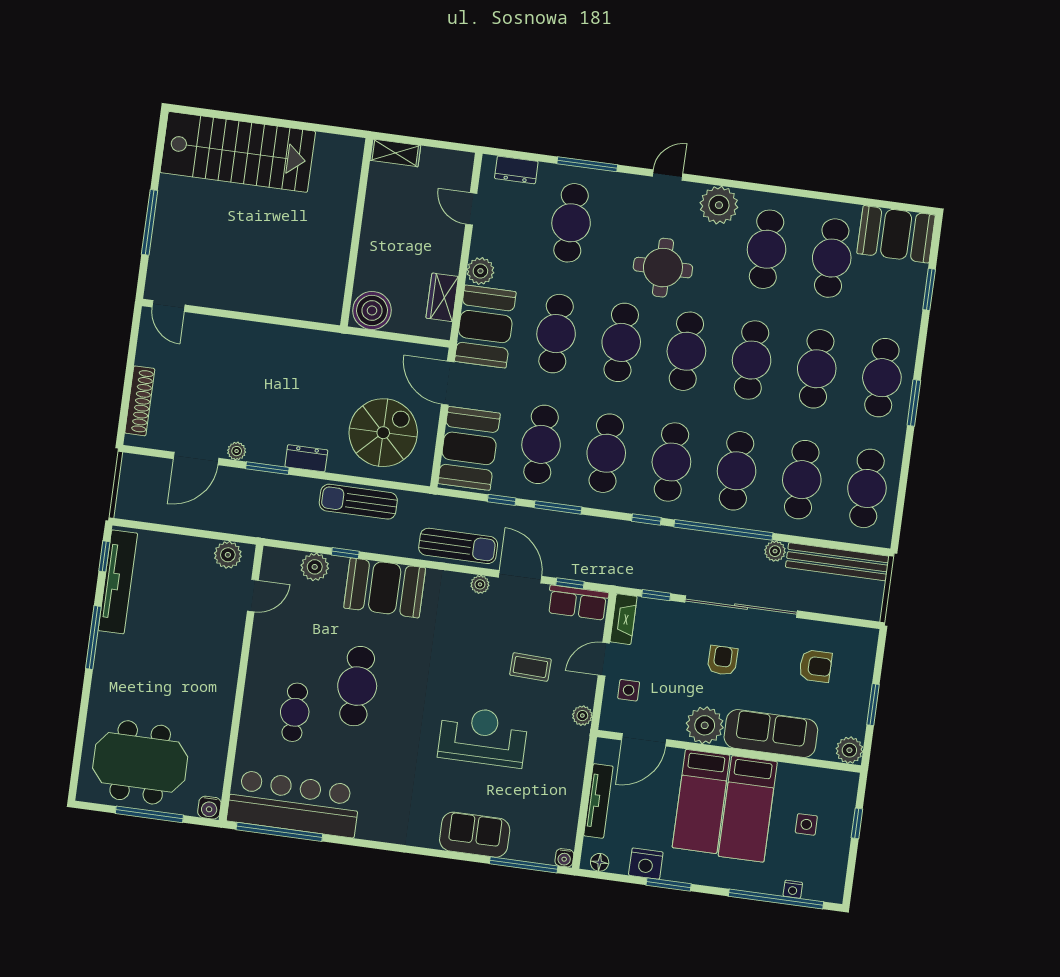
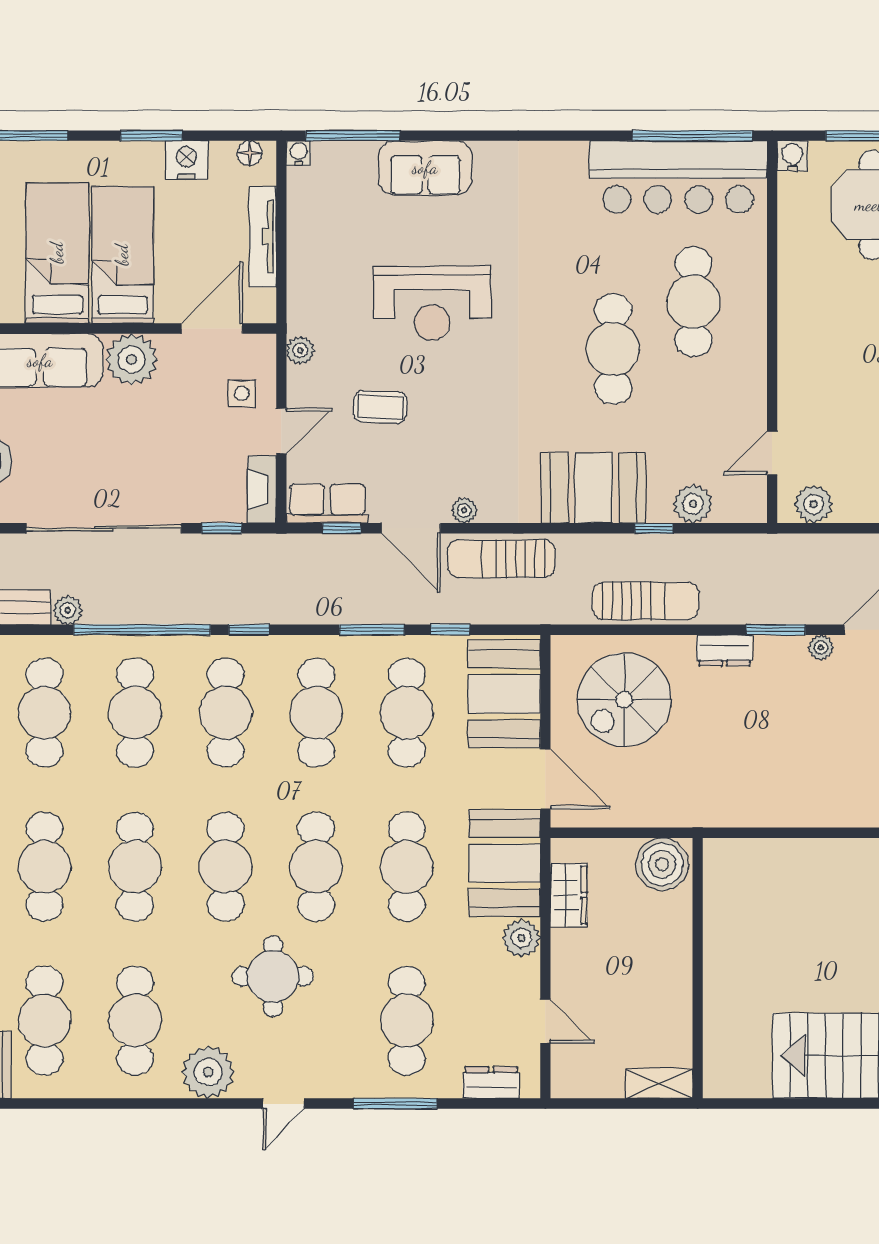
armchair: (723, 660) -> (119, 451), removed
cafe table: (295, 712) -> (693, 302), width x1.37, depth x1.35

